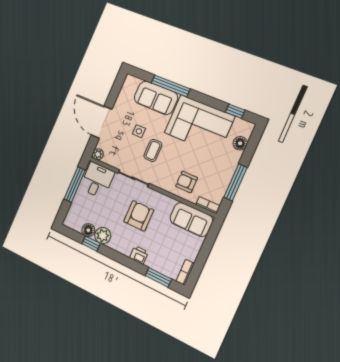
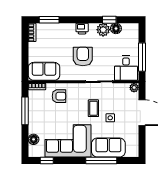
armchair: (139, 216) -> (83, 56), turned 180
printer: (139, 255) -> (82, 29), moved

